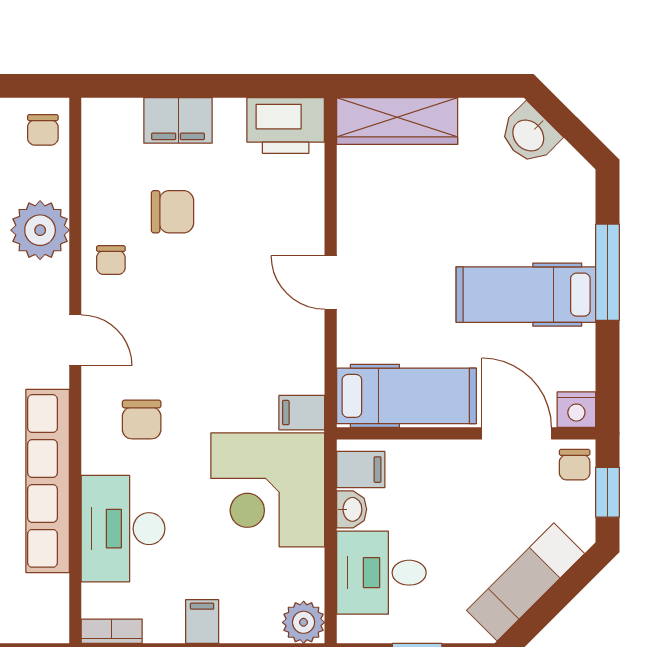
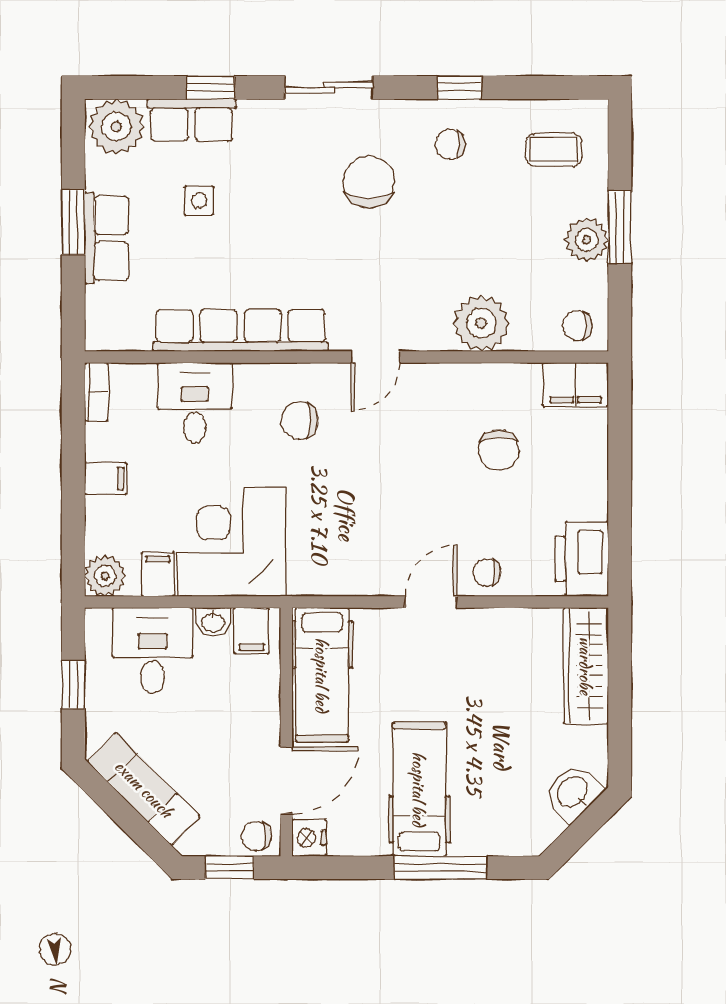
filing cabinet: (178, 120) -> (576, 385), moved, turned -90
chair: (111, 260) -> (487, 572), moved
filing cabinet: (302, 413) -> (158, 574), moved
desk: (123, 529) -> (195, 403), width x0.73

